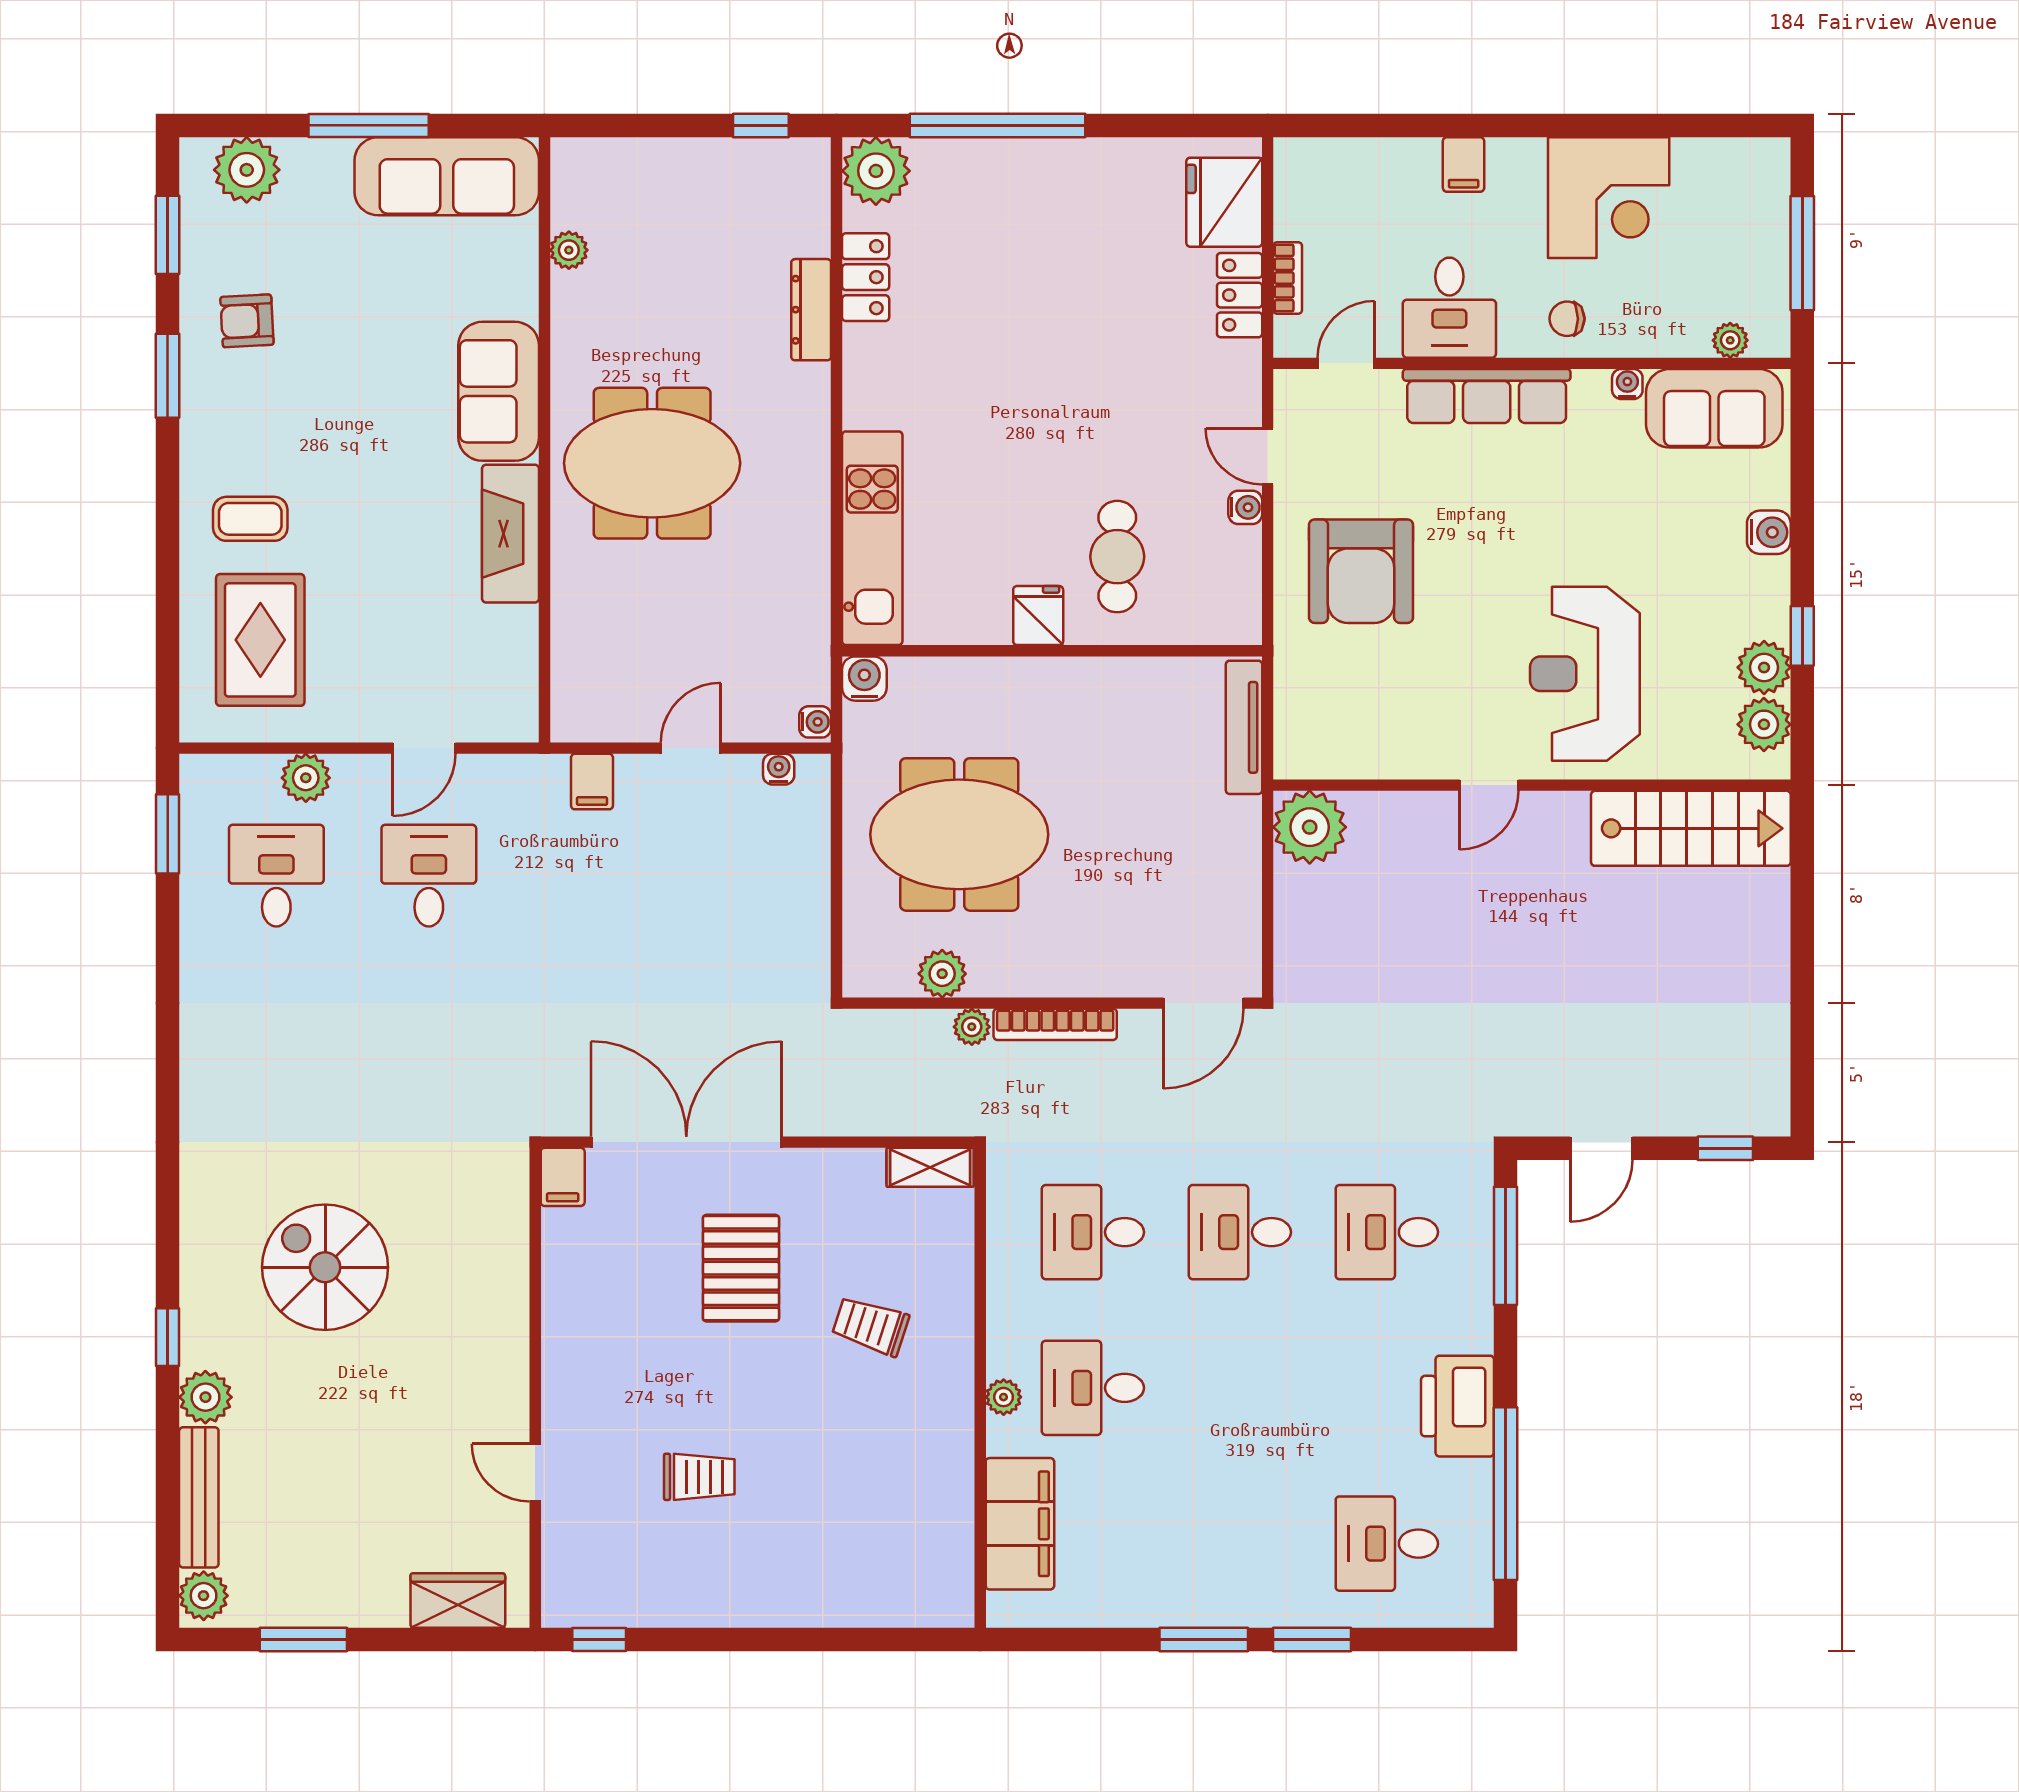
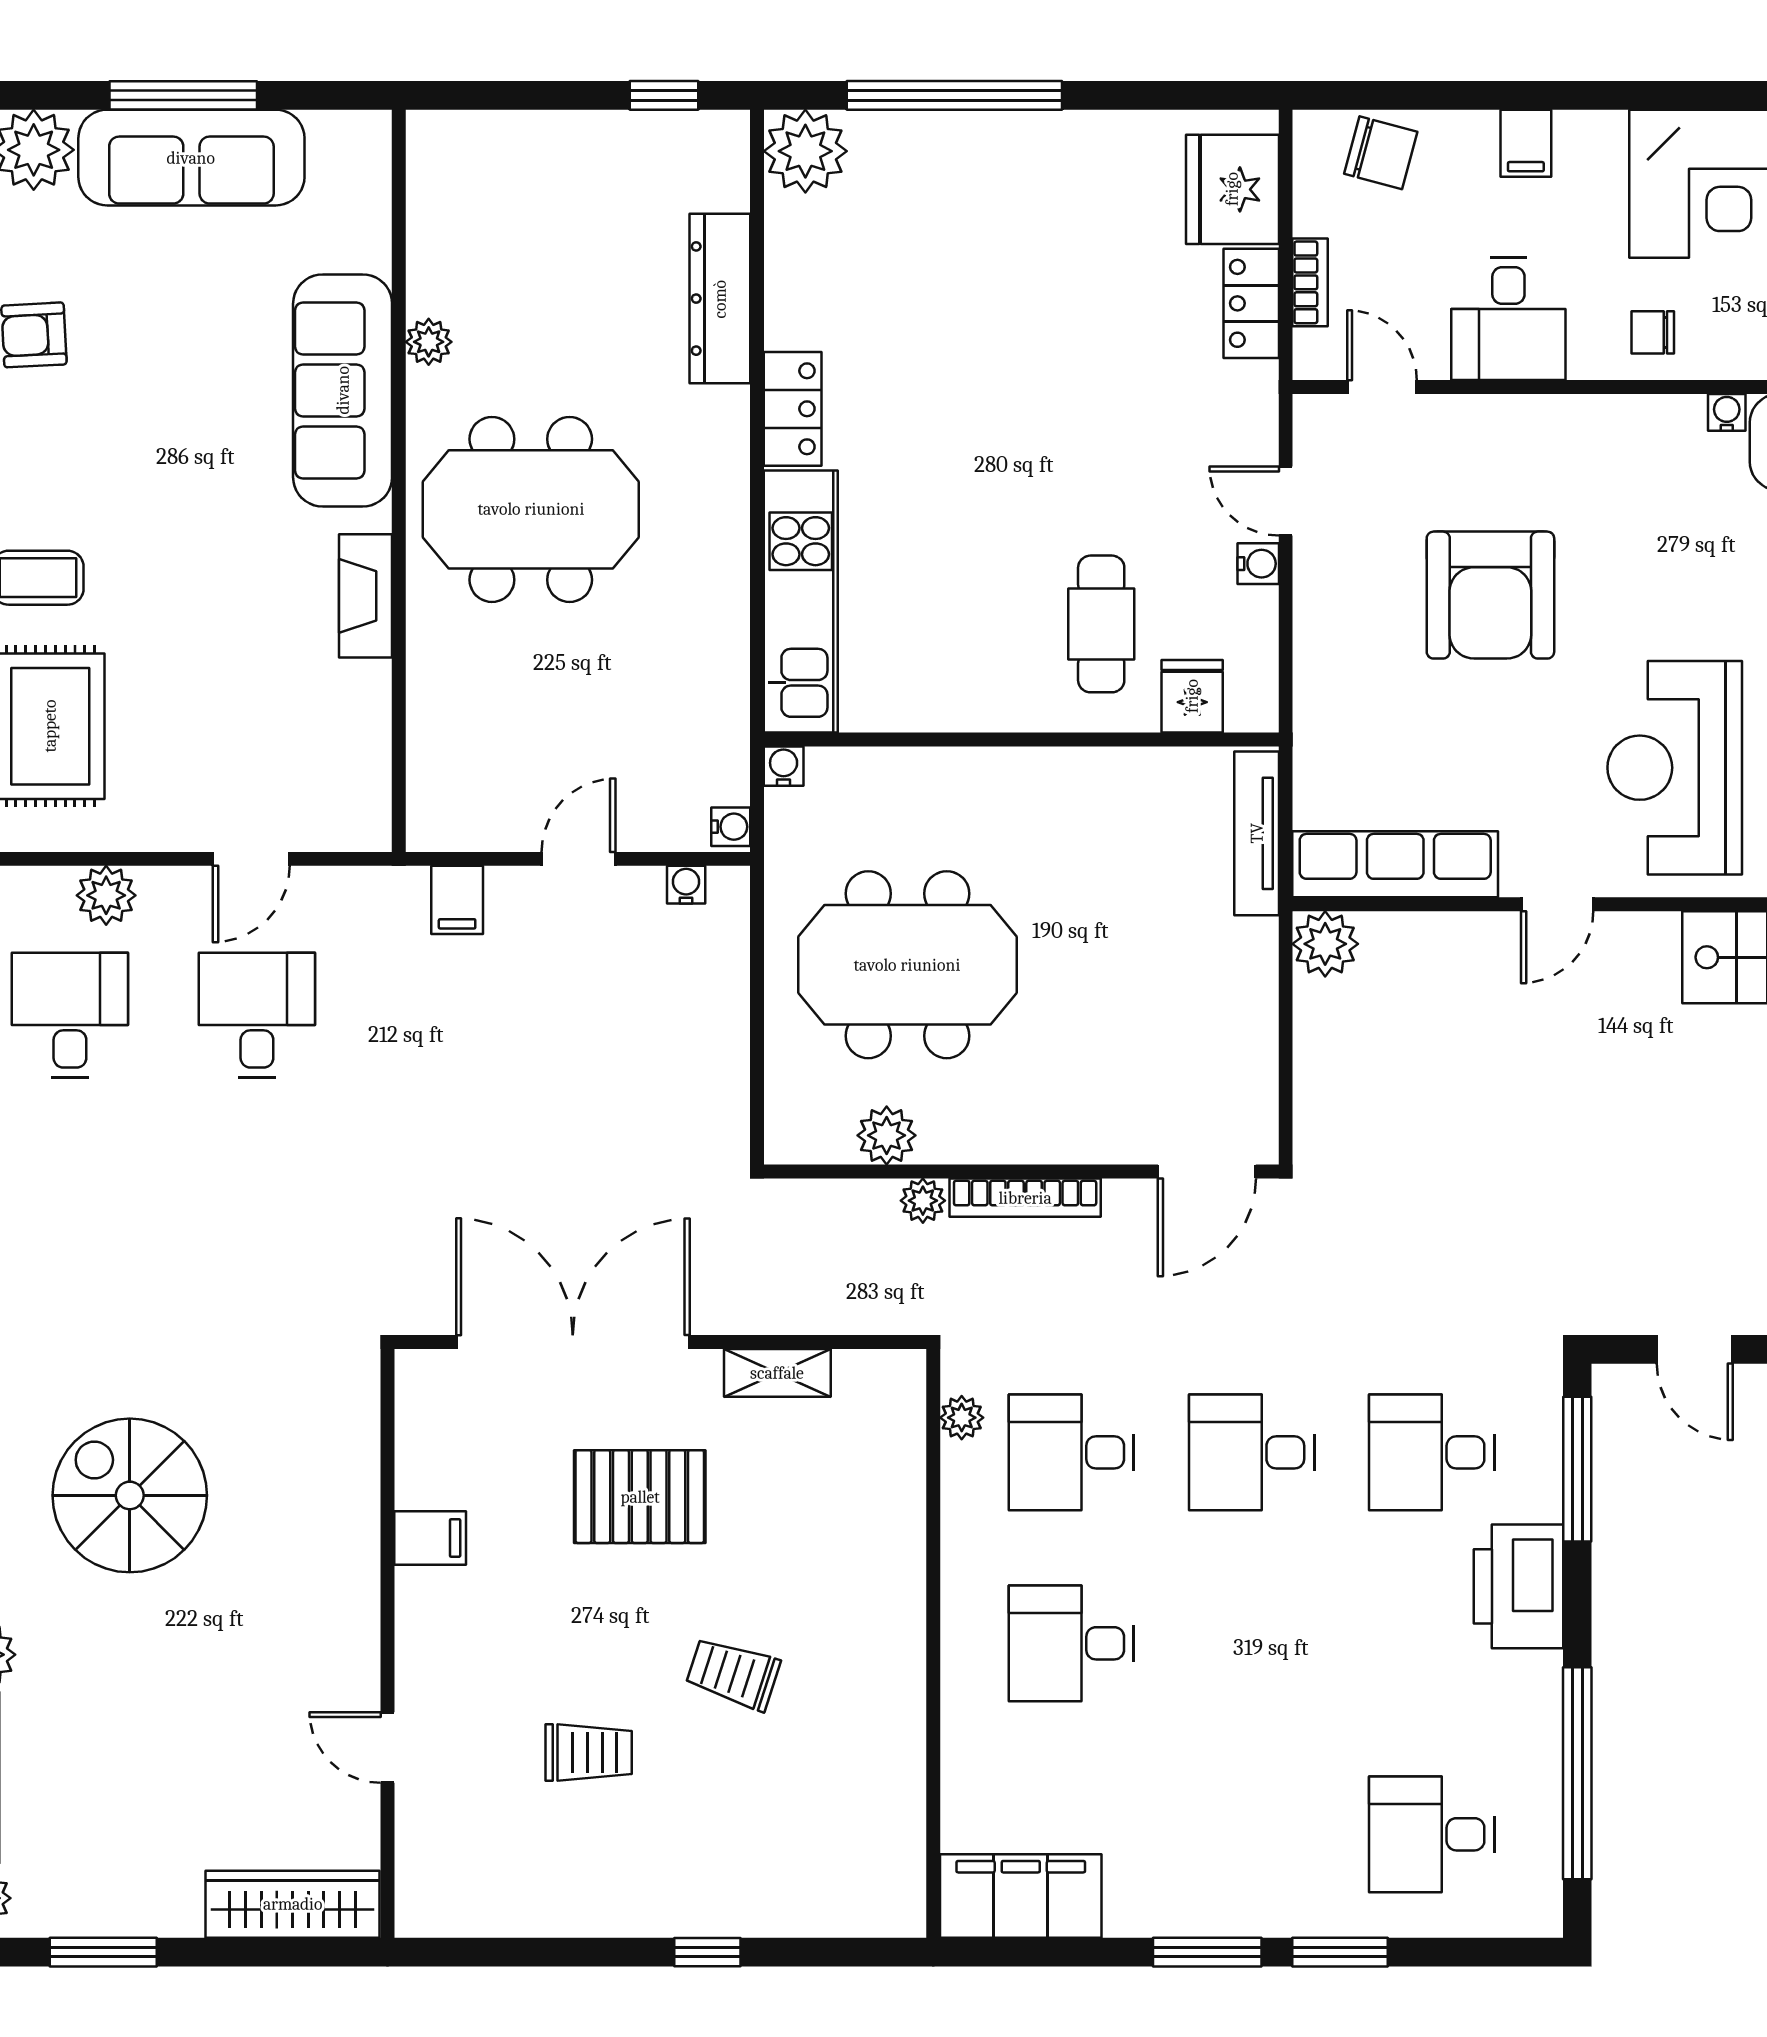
chair: (1345, 172) -> (1381, 153), added
sofa: (447, 176) -> (191, 158), moved
plant: (569, 250) -> (429, 342), moved
locker: (866, 277) -> (793, 409), moved
dresser: (811, 310) -> (720, 299), width x1.37, depth x1.24
door: (1346, 363) -> (1382, 387), hinge flipped
sofa: (499, 391) -> (343, 390), width x1.36
row of seats: (1487, 396) -> (1395, 864), moved, turned 180
fireplace: (511, 534) -> (366, 596), width x0.73, depth x0.76
armchair: (1361, 571) -> (1490, 595), moved
fridge: (1038, 616) -> (1192, 696), moved
water cooler: (864, 679) -> (784, 766), width x0.72, depth x0.72
plant: (1310, 827) -> (1325, 944), width x0.73, depth x0.73
door: (1601, 1148) -> (1695, 1349), hinge flipped
shelving: (930, 1167) -> (777, 1373), moved
filing cabinet: (563, 1177) -> (430, 1538), moved, turned -90
pallet: (741, 1268) -> (640, 1497), turned 90
trolley: (871, 1326) -> (733, 1674), moved
plant: (1004, 1397) -> (962, 1418), moved
printer: (1458, 1406) -> (1519, 1586), moved
filing cabinet: (1020, 1524) -> (1021, 1896), moved, turned -90
wardrobe: (458, 1601) -> (293, 1904), width x1.50
window: (599, 1640) -> (707, 1952), moved

